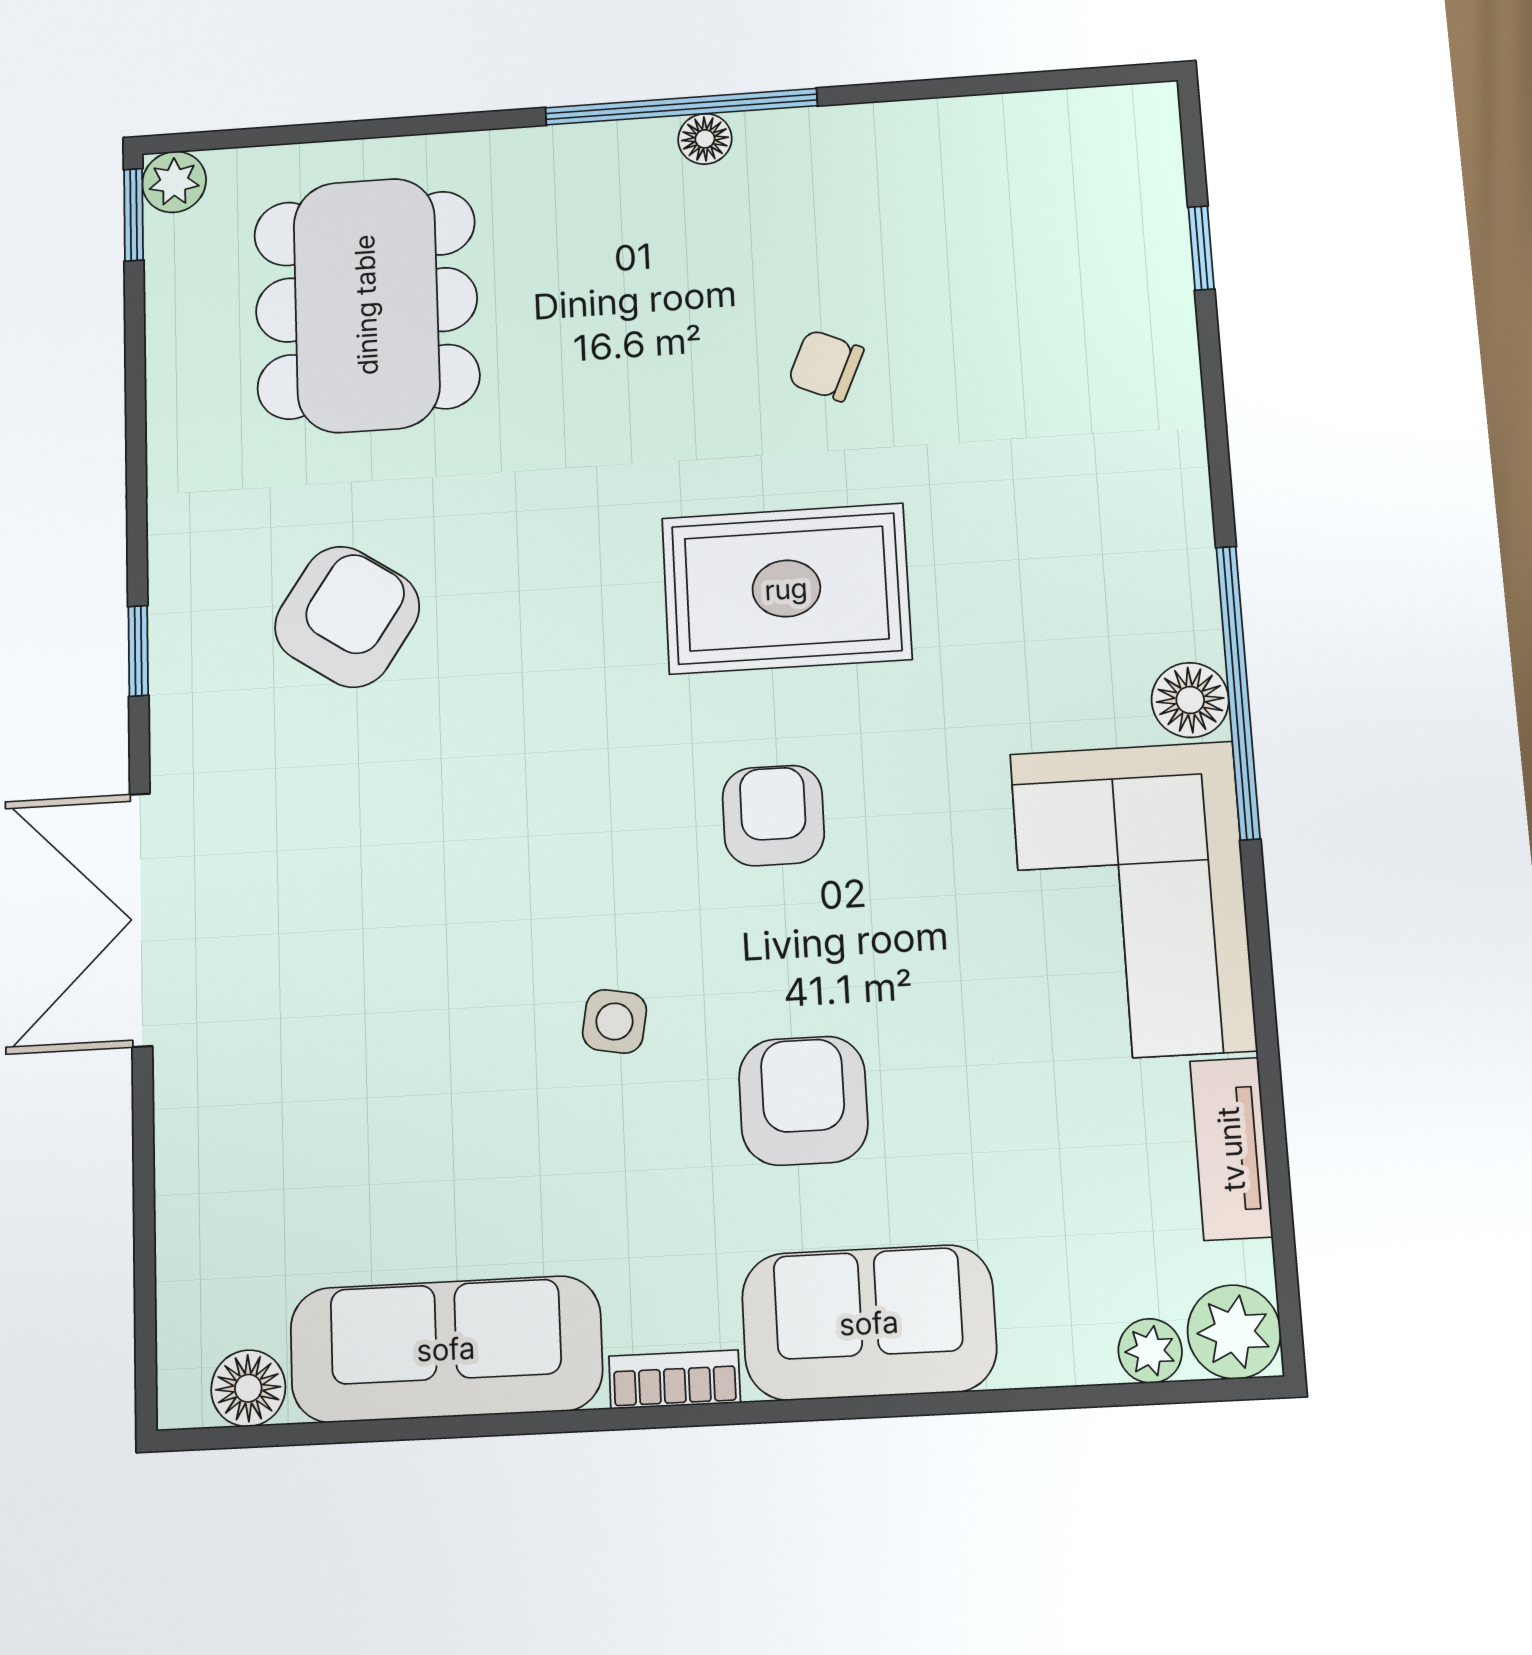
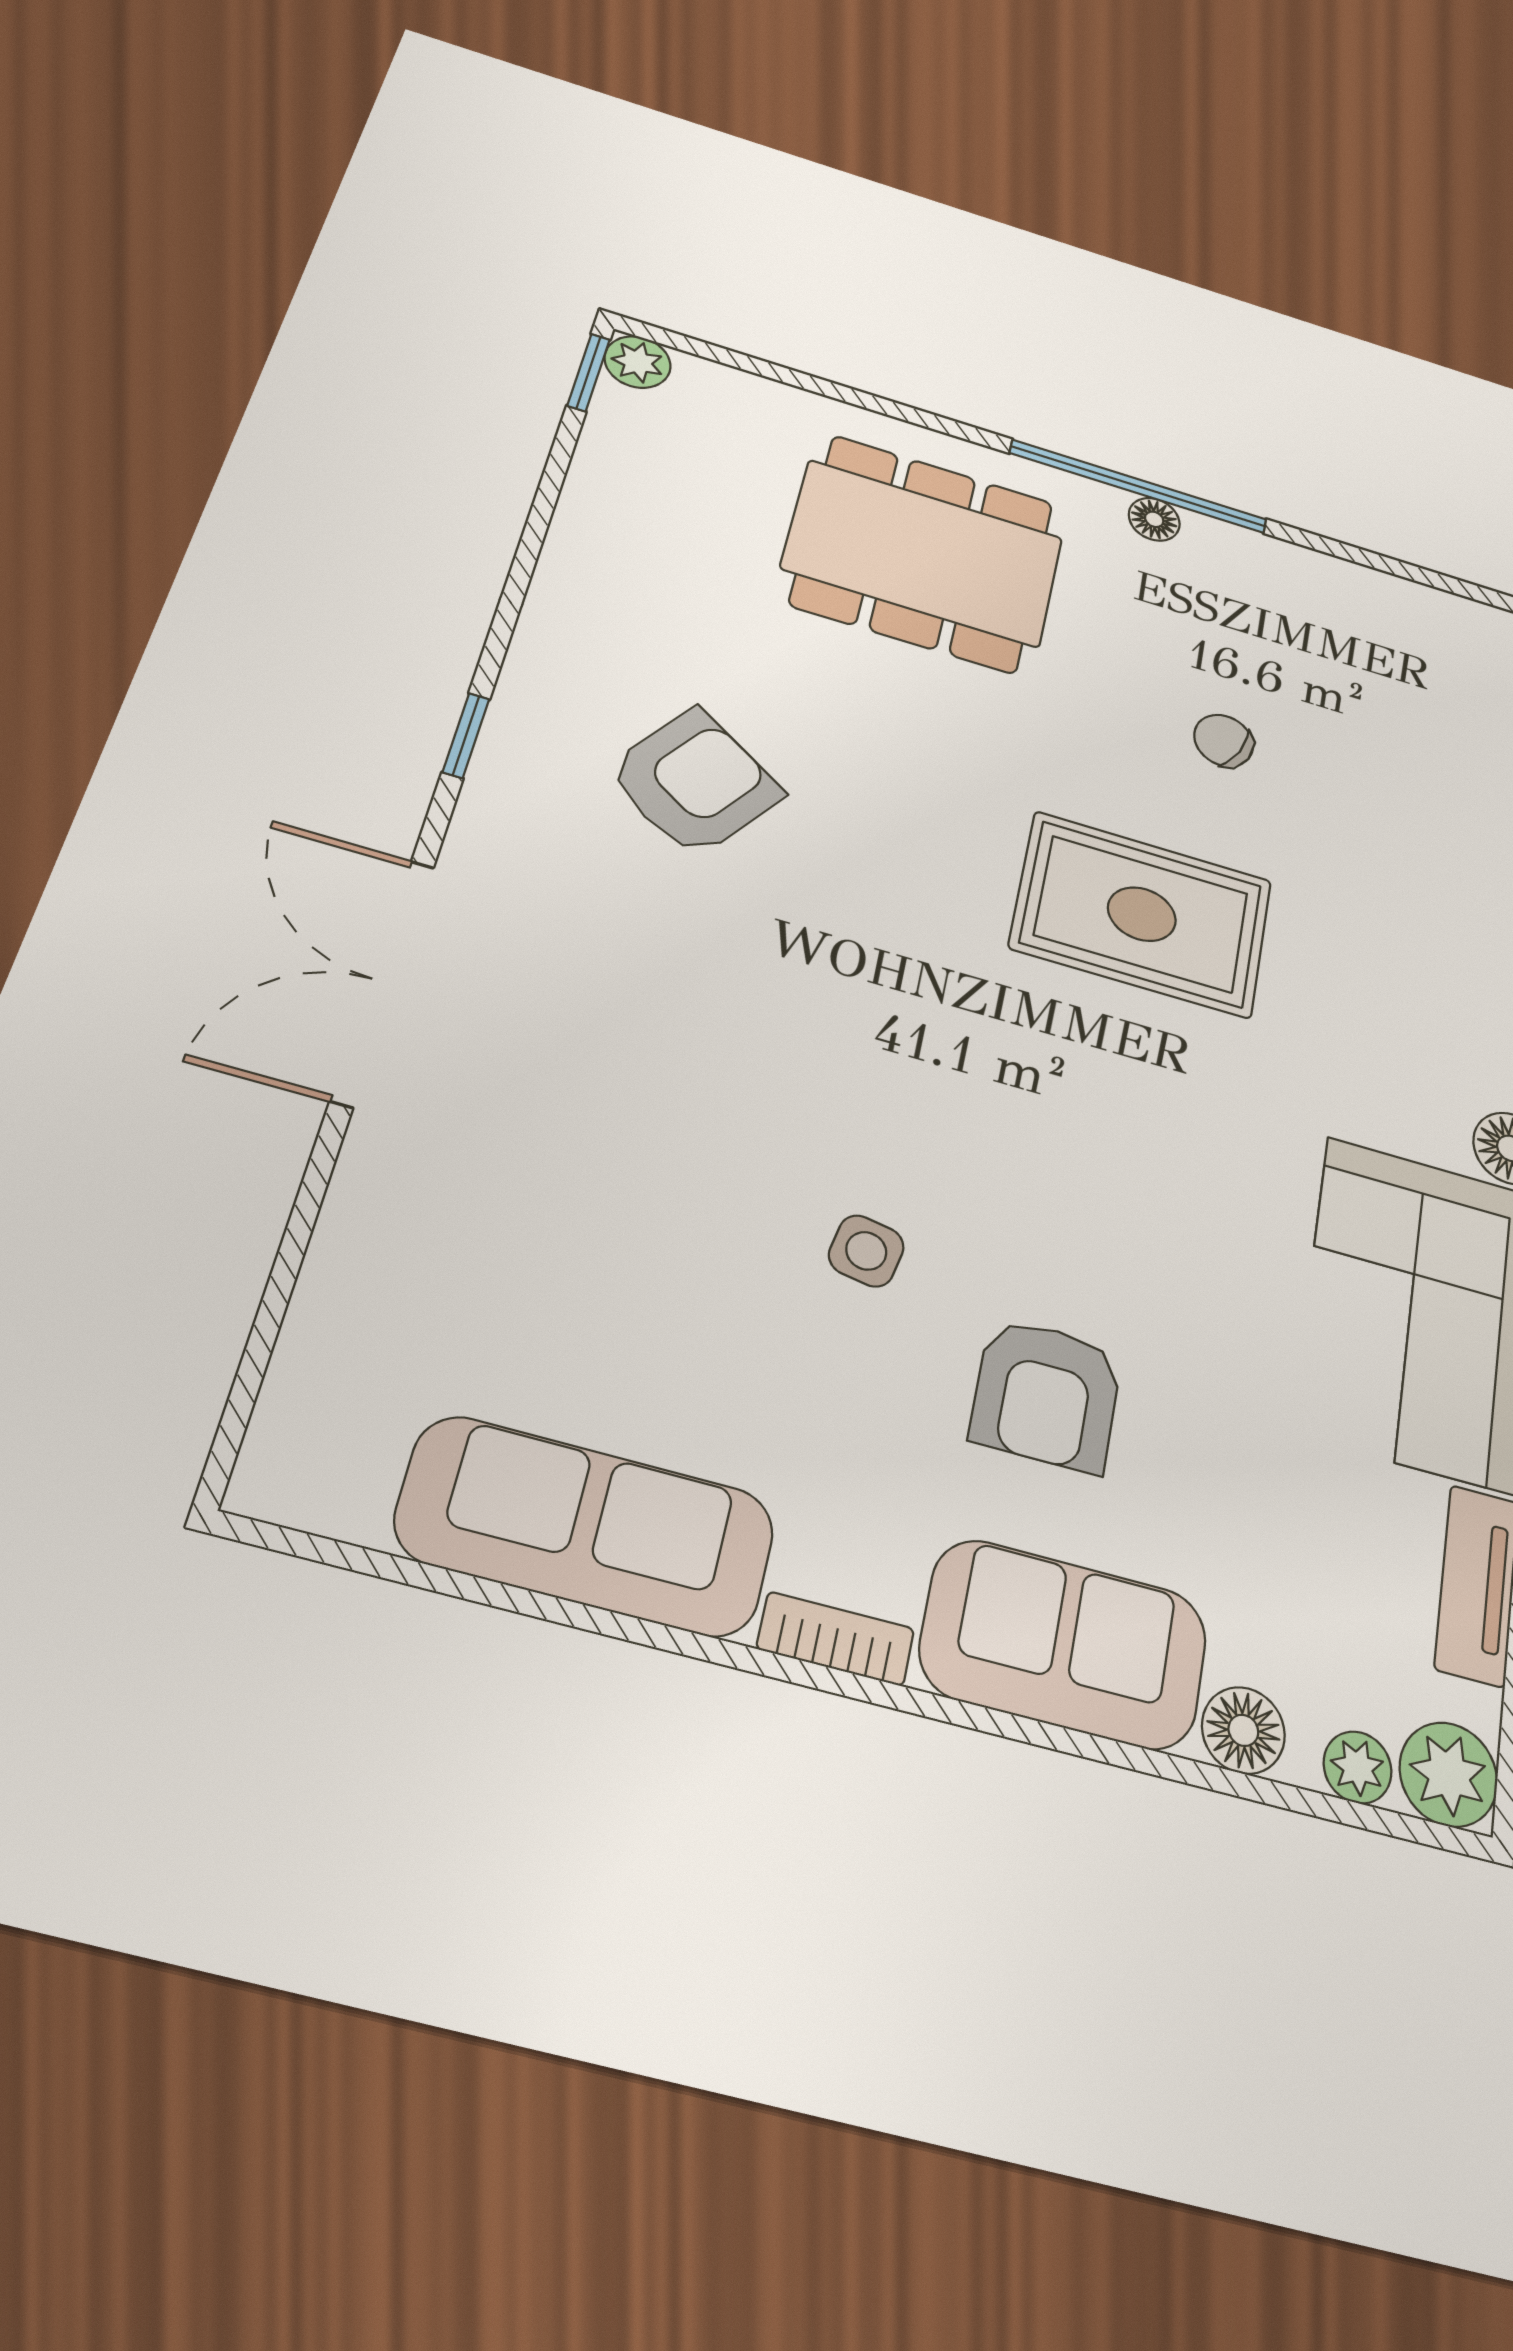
dining table: (366, 305) -> (923, 553), moved, turned 90
armchair: (773, 815) -> (1080, 1112), removed
armchair: (803, 1101) -> (1046, 1394), turned 180
floor lamp: (248, 1388) -> (1243, 1730), moved

